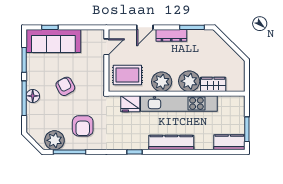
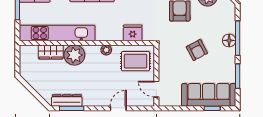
dresser: (171, 35) -> (67, 100), moved
door: (106, 47) -> (156, 89), hinge flipped
plant: (162, 82) -> (106, 50), width x0.53, depth x0.53
kitchen unit: (179, 104) -> (57, 33), moved

